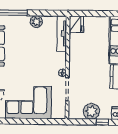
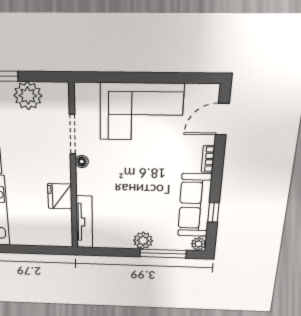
plant: (36, 22) -> (143, 241), moved
fridge: (76, 24) -> (60, 196), moved

